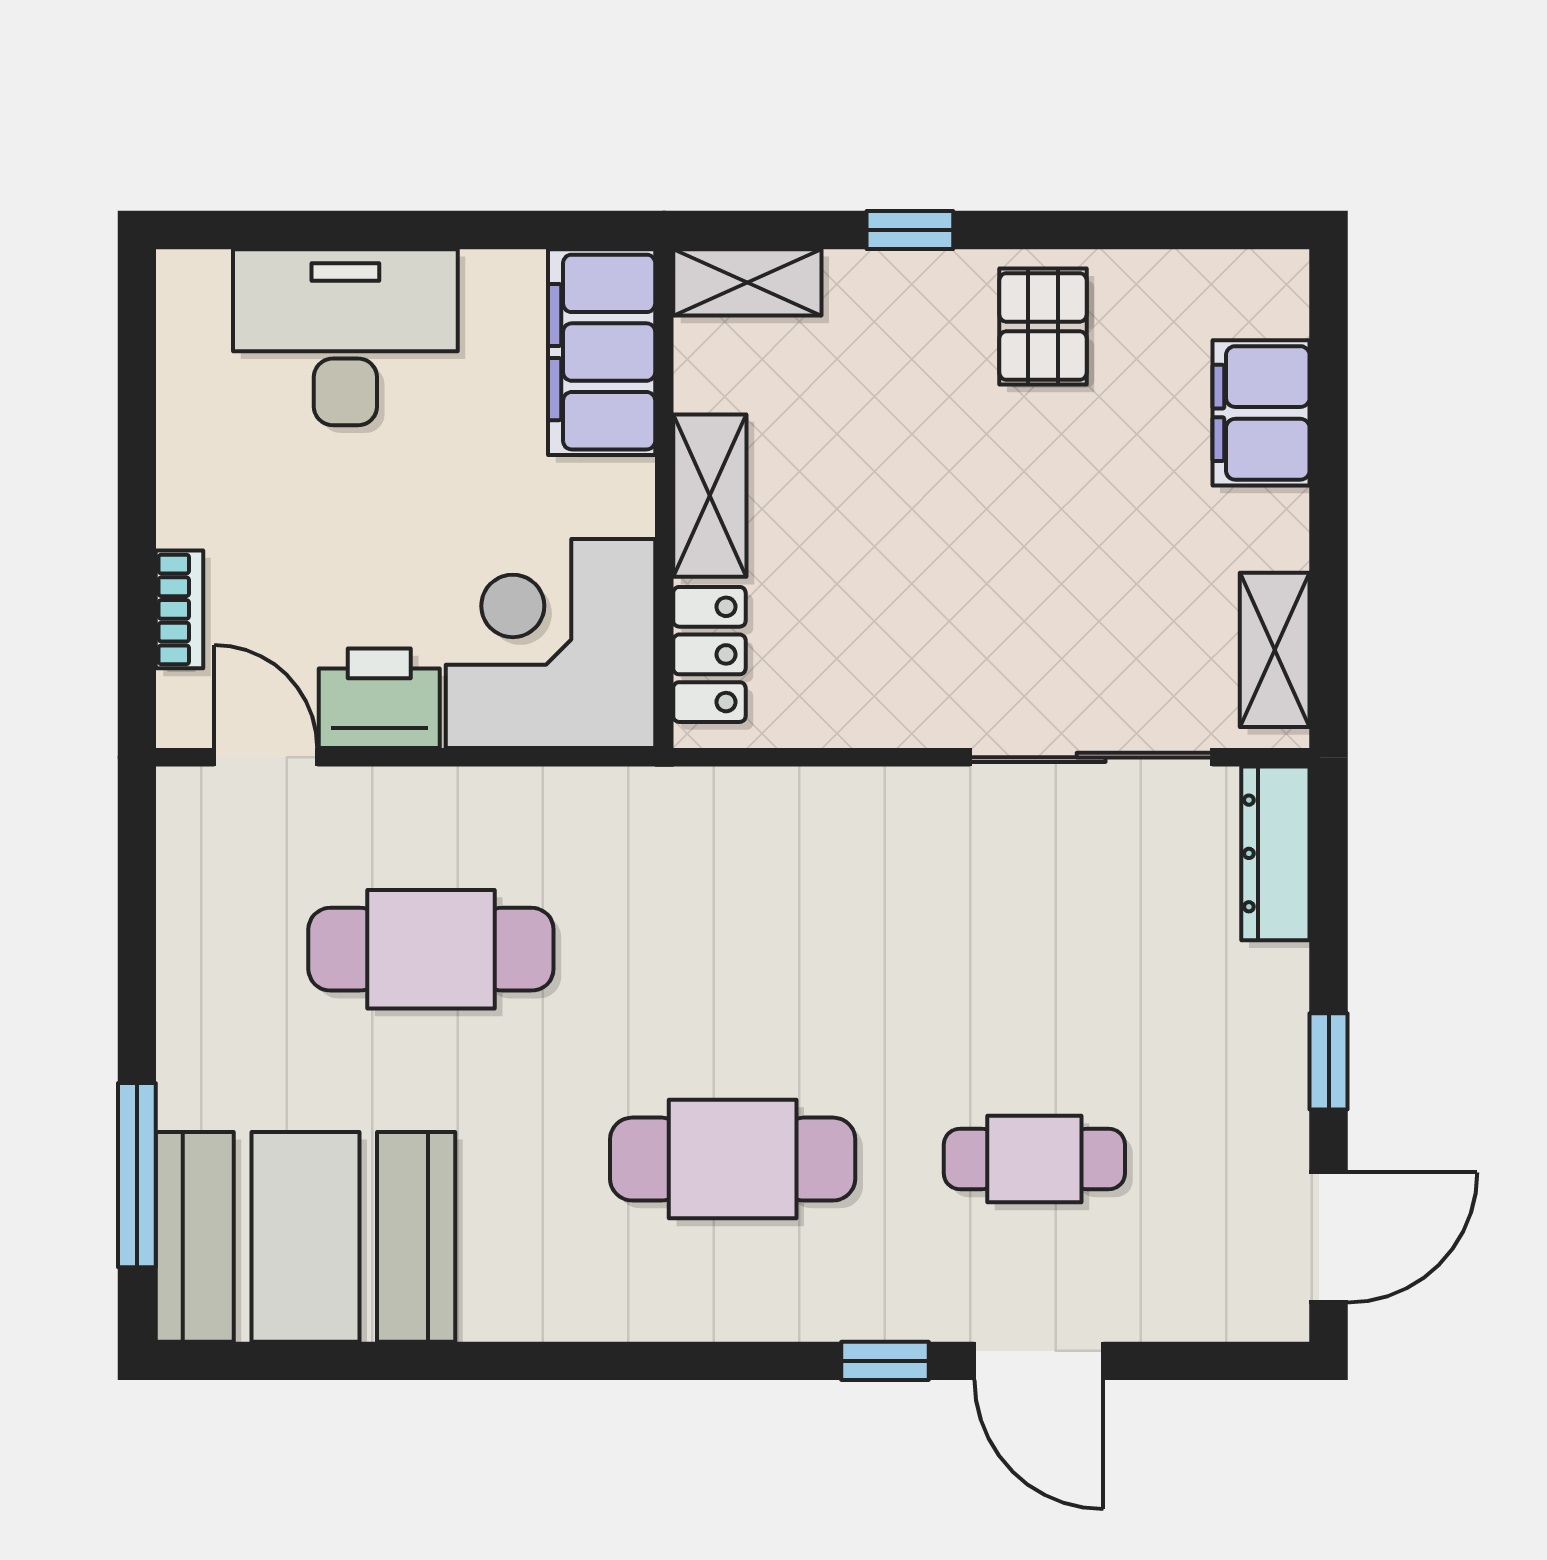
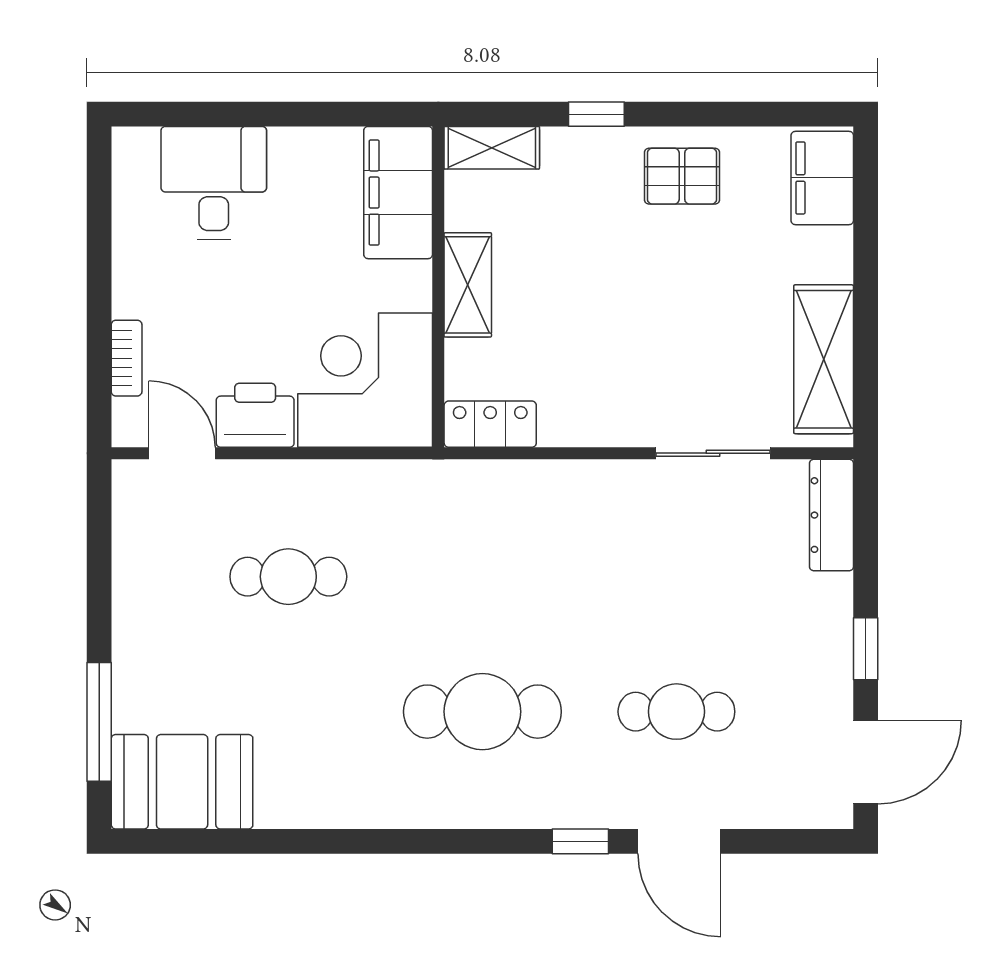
pallet: (1043, 327) -> (682, 176), turned 90
desk: (345, 337) -> (214, 183), width x0.73
filing cabinet: (1261, 413) -> (822, 178), moved
shelving: (1275, 650) -> (824, 359), width x1.50, depth x1.33
locker: (709, 654) -> (490, 424), moved, turned -90
sliding door: (1091, 757) -> (713, 453), width x0.73
cafe table: (431, 949) -> (288, 577), width x0.73, depth x0.74
booth: (305, 1237) -> (182, 782), width x0.73, depth x0.70

